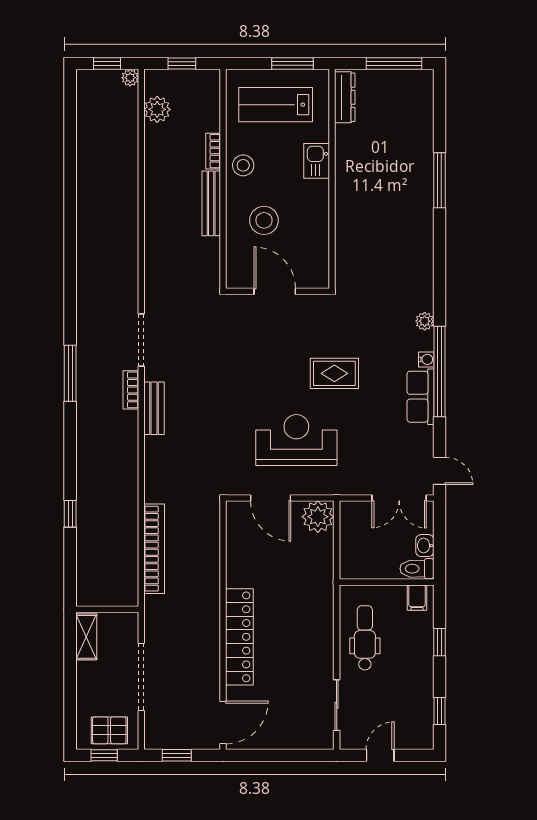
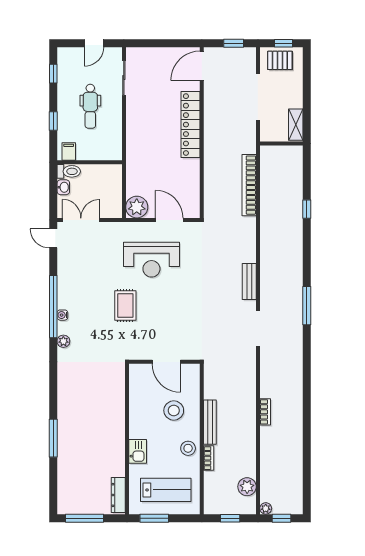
rug: (334, 373) -> (125, 305), turned 90
bookcase: (131, 390) -> (265, 412), moved
row of seats: (420, 397) -> (66, 289), removed
dental chair: (365, 638) -> (90, 106), moved

